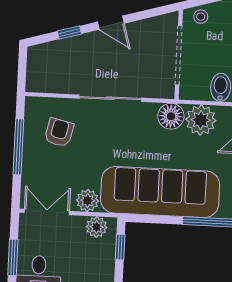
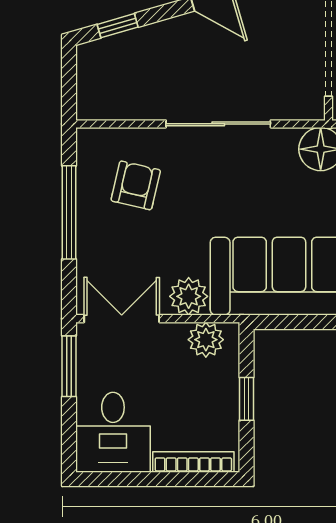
window: (69, 32) -> (118, 26), moved
window: (120, 247) -> (247, 399), moved
window: (13, 257) -> (69, 366), moved

